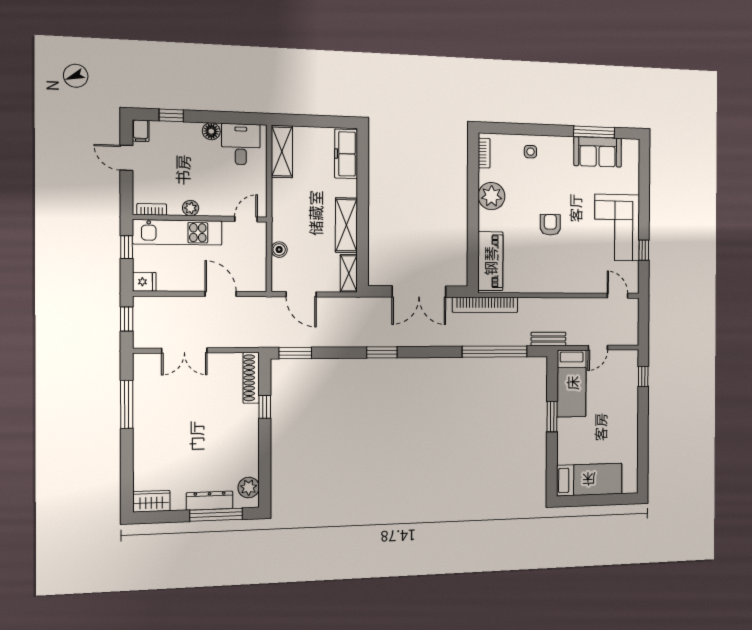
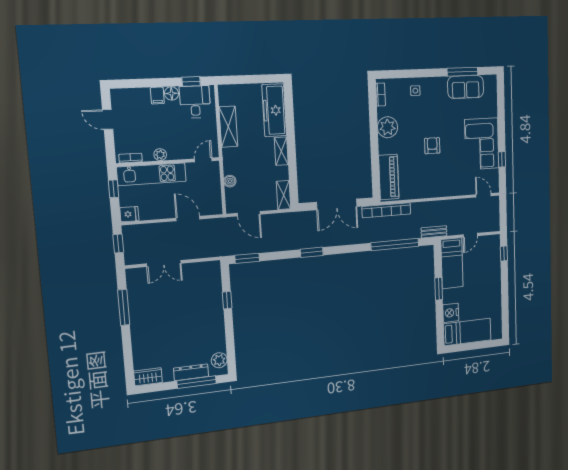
window: (171, 115) -> (191, 81), moved
filing cabinet: (141, 131) -> (157, 96), moved
shelving: (282, 151) -> (228, 127), moved
freezer: (346, 154) -> (274, 110), width x1.36, depth x1.26
shelving: (346, 225) -> (281, 151), width x0.67, depth x0.75
shoe rack: (251, 378) -> (216, 280), removed
nightstand: (567, 451) -> (451, 313), added

